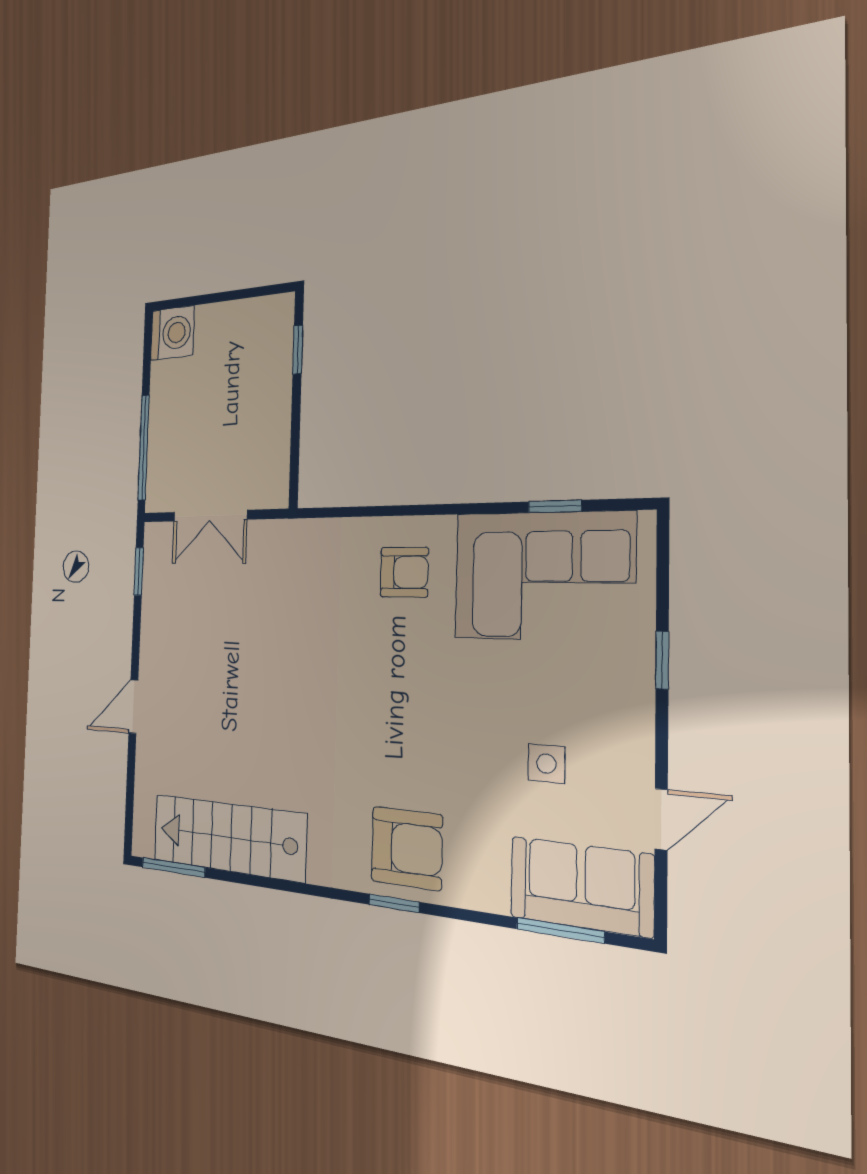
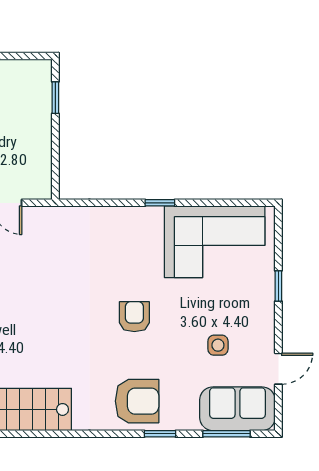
window: (555, 506) -> (160, 203), moved
armchair: (404, 572) -> (134, 317), moved, turned -90
window: (394, 903) -> (160, 434), moved

